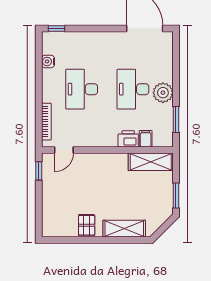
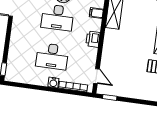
water cooler: (48, 61) -> (53, 83), moved
printer: (128, 139) -> (93, 39), moved

